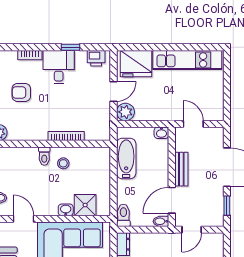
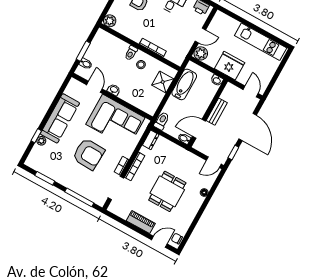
fridge: (136, 64) -> (230, 66), moved, turned 180
door: (193, 124) -> (251, 91), moved
shower: (85, 205) -> (163, 82), moved
washbasin: (66, 210) -> (114, 90), moved
door: (192, 230) -> (214, 162), moved

